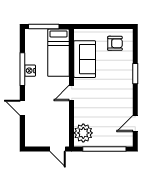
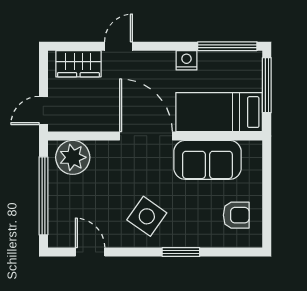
armchair: (115, 43) -> (236, 215), turned -90
window: (22, 69) -> (227, 46), moved
side table: (116, 92) -> (147, 216), added
door: (72, 93) -> (146, 136), width x1.88
wardrobe: (32, 130) -> (78, 64), added

